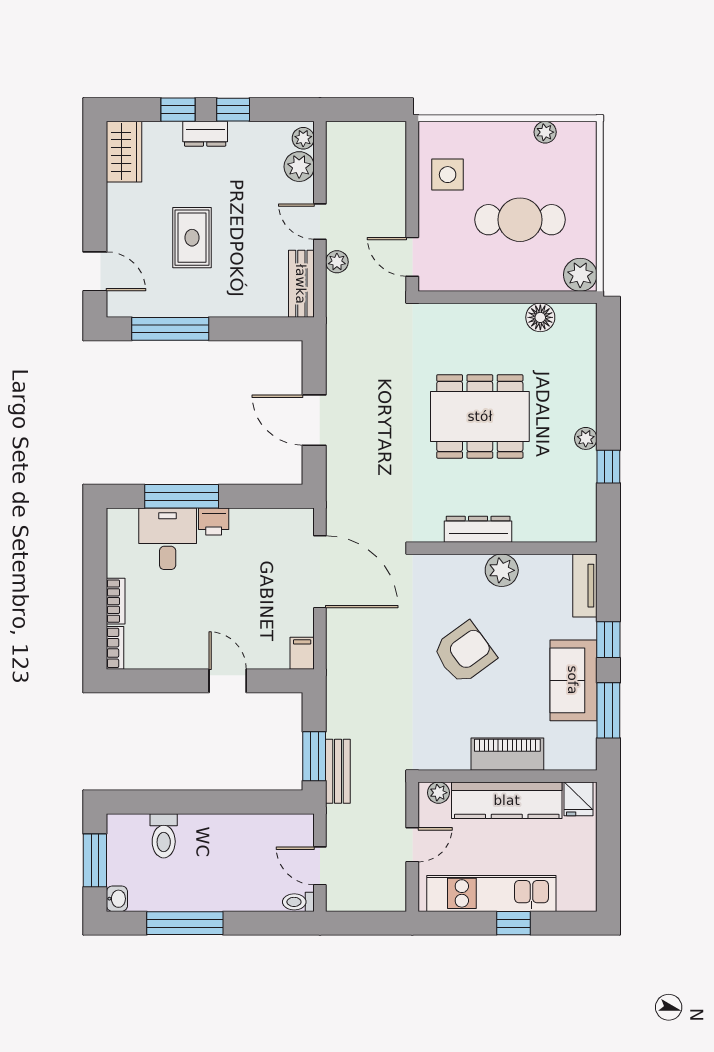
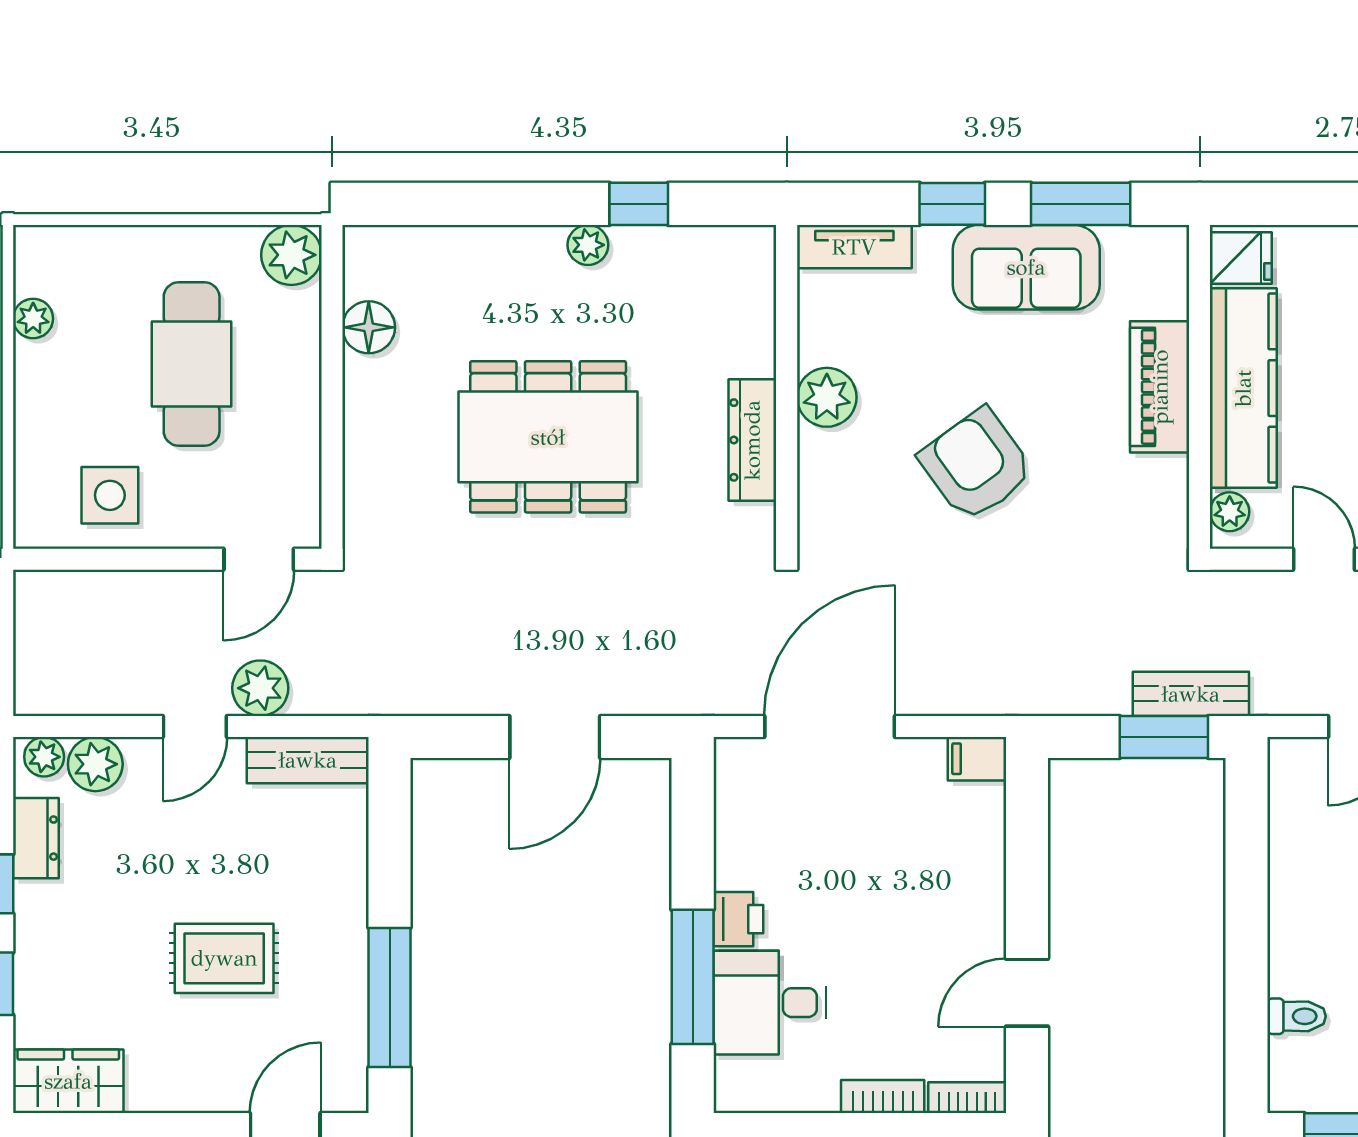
dresser: (205, 134) -> (36, 838), moved
plant: (337, 262) -> (260, 688), width x1.38, depth x1.38
dining table: (480, 416) -> (548, 437), turned 90
door: (228, 681) -> (1027, 993), moved
toilet: (164, 836) -> (1297, 1016), width x0.73, depth x0.72

